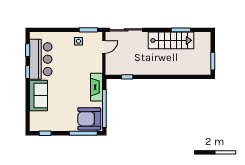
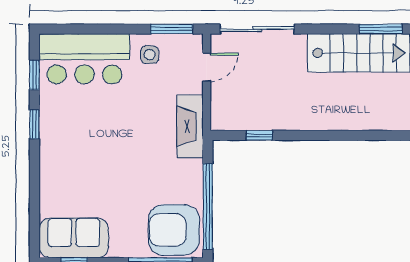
bar counter: (41, 59) -> (84, 59), moved, turned 90
fireplace: (96, 87) -> (190, 126), moved
sofa: (38, 95) -> (74, 238), moved, turned -90

